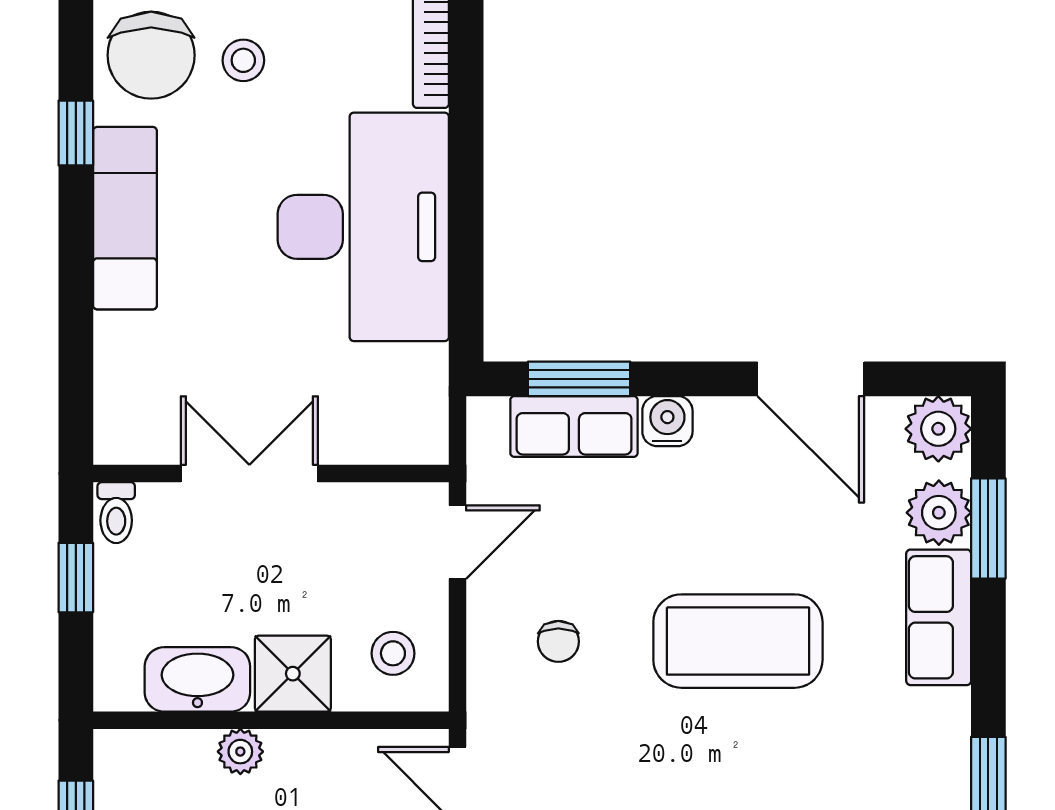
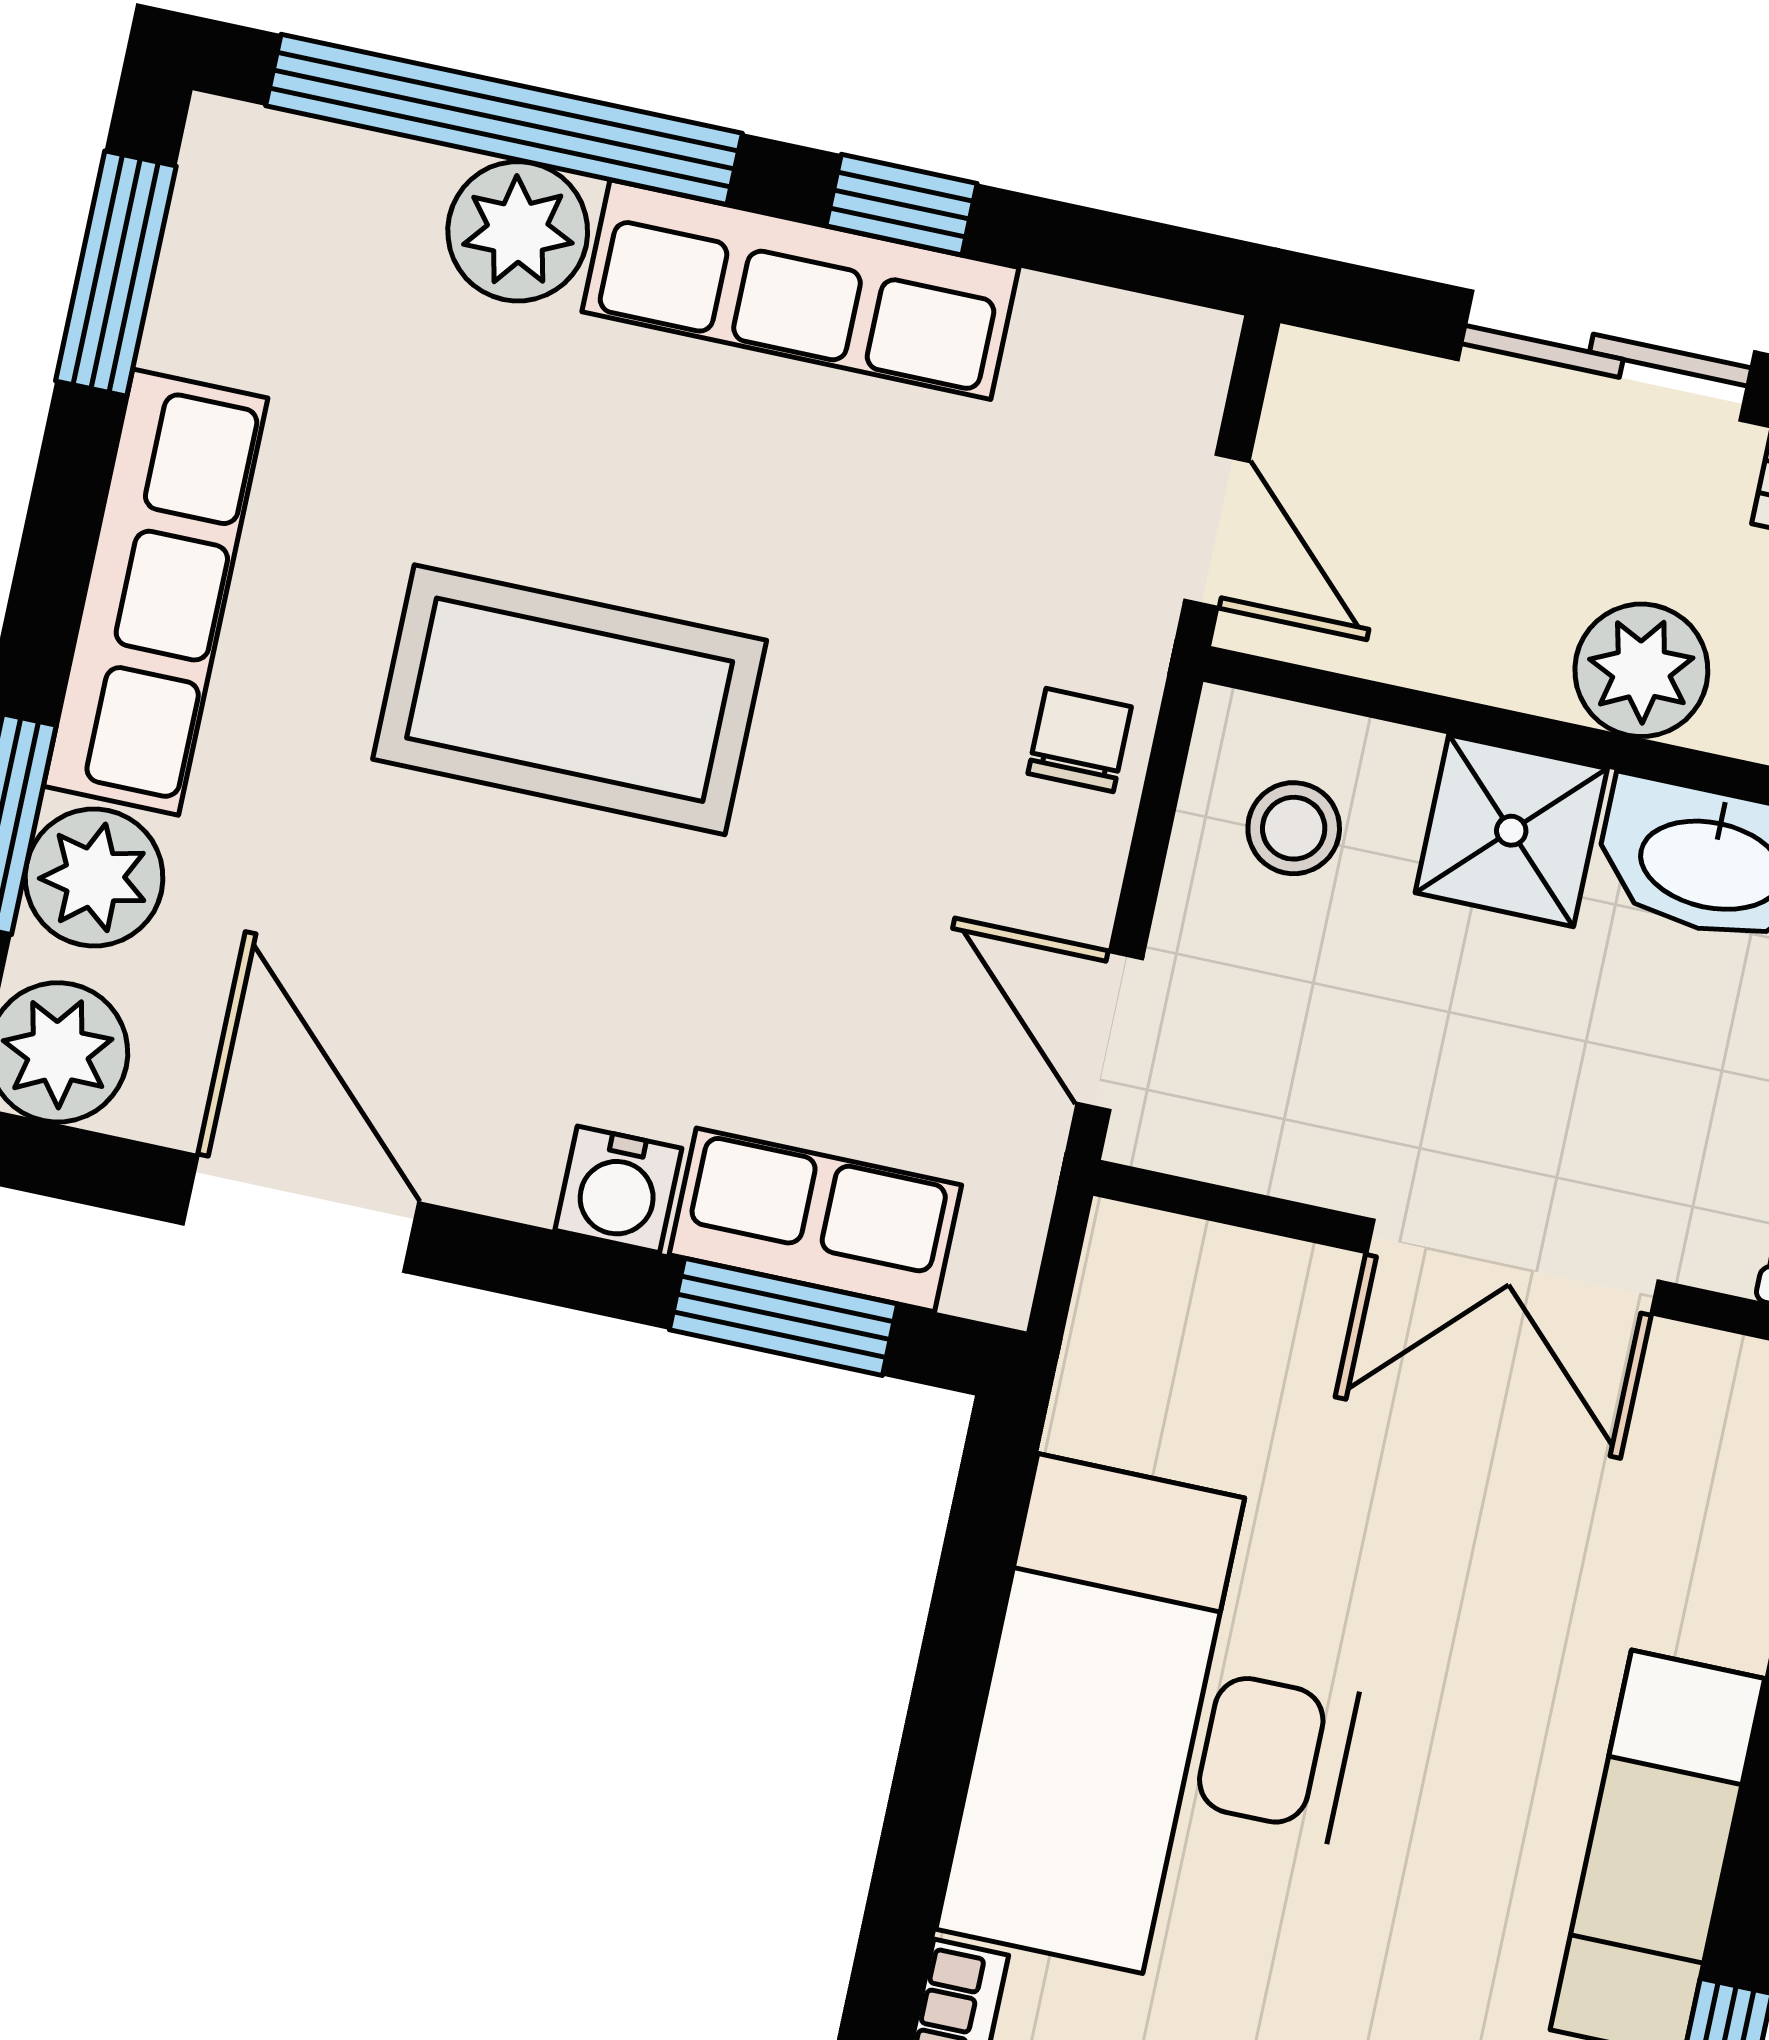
door: (457, 542) -> (1110, 1031), hinge flipped
row of seats: (939, 617) -> (156, 592), width x1.48
chair: (558, 641) -> (1080, 740), moved
plant: (240, 752) -> (1641, 670), width x1.38, depth x1.38

